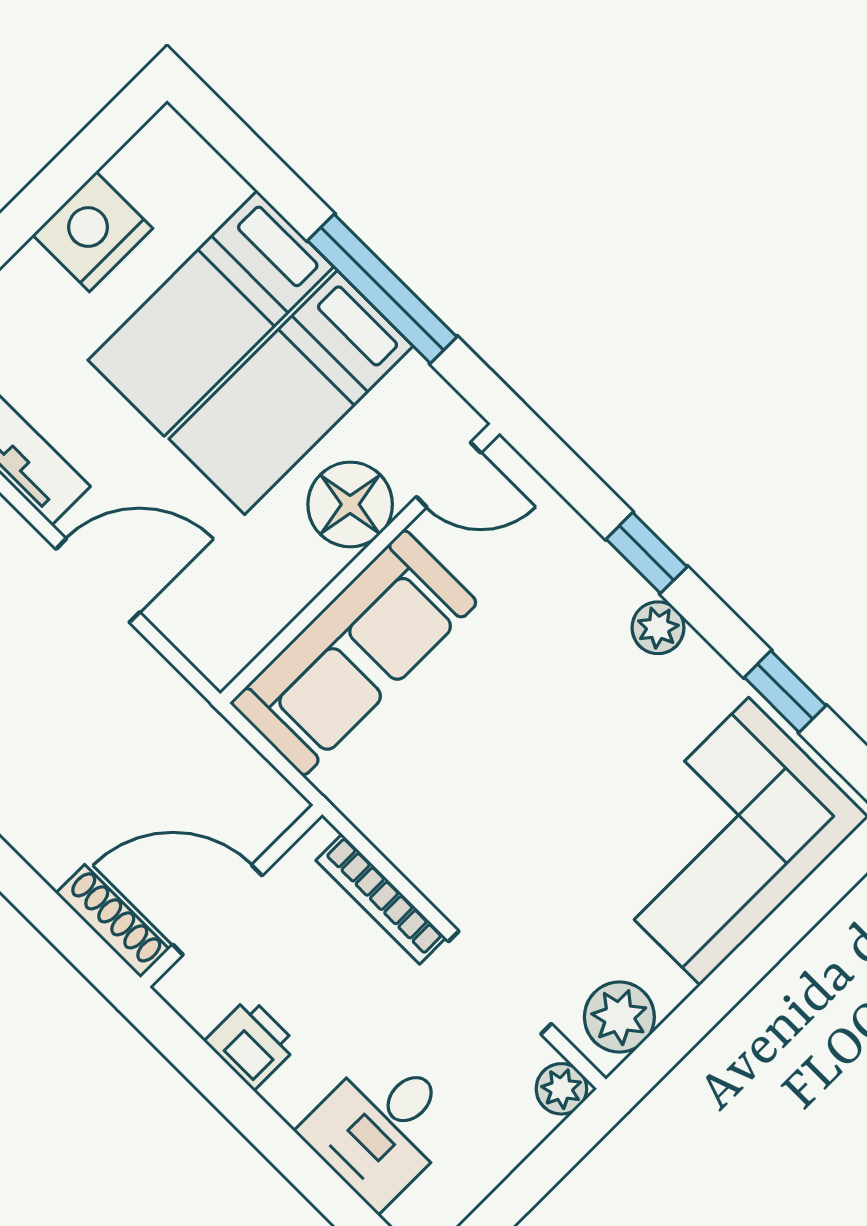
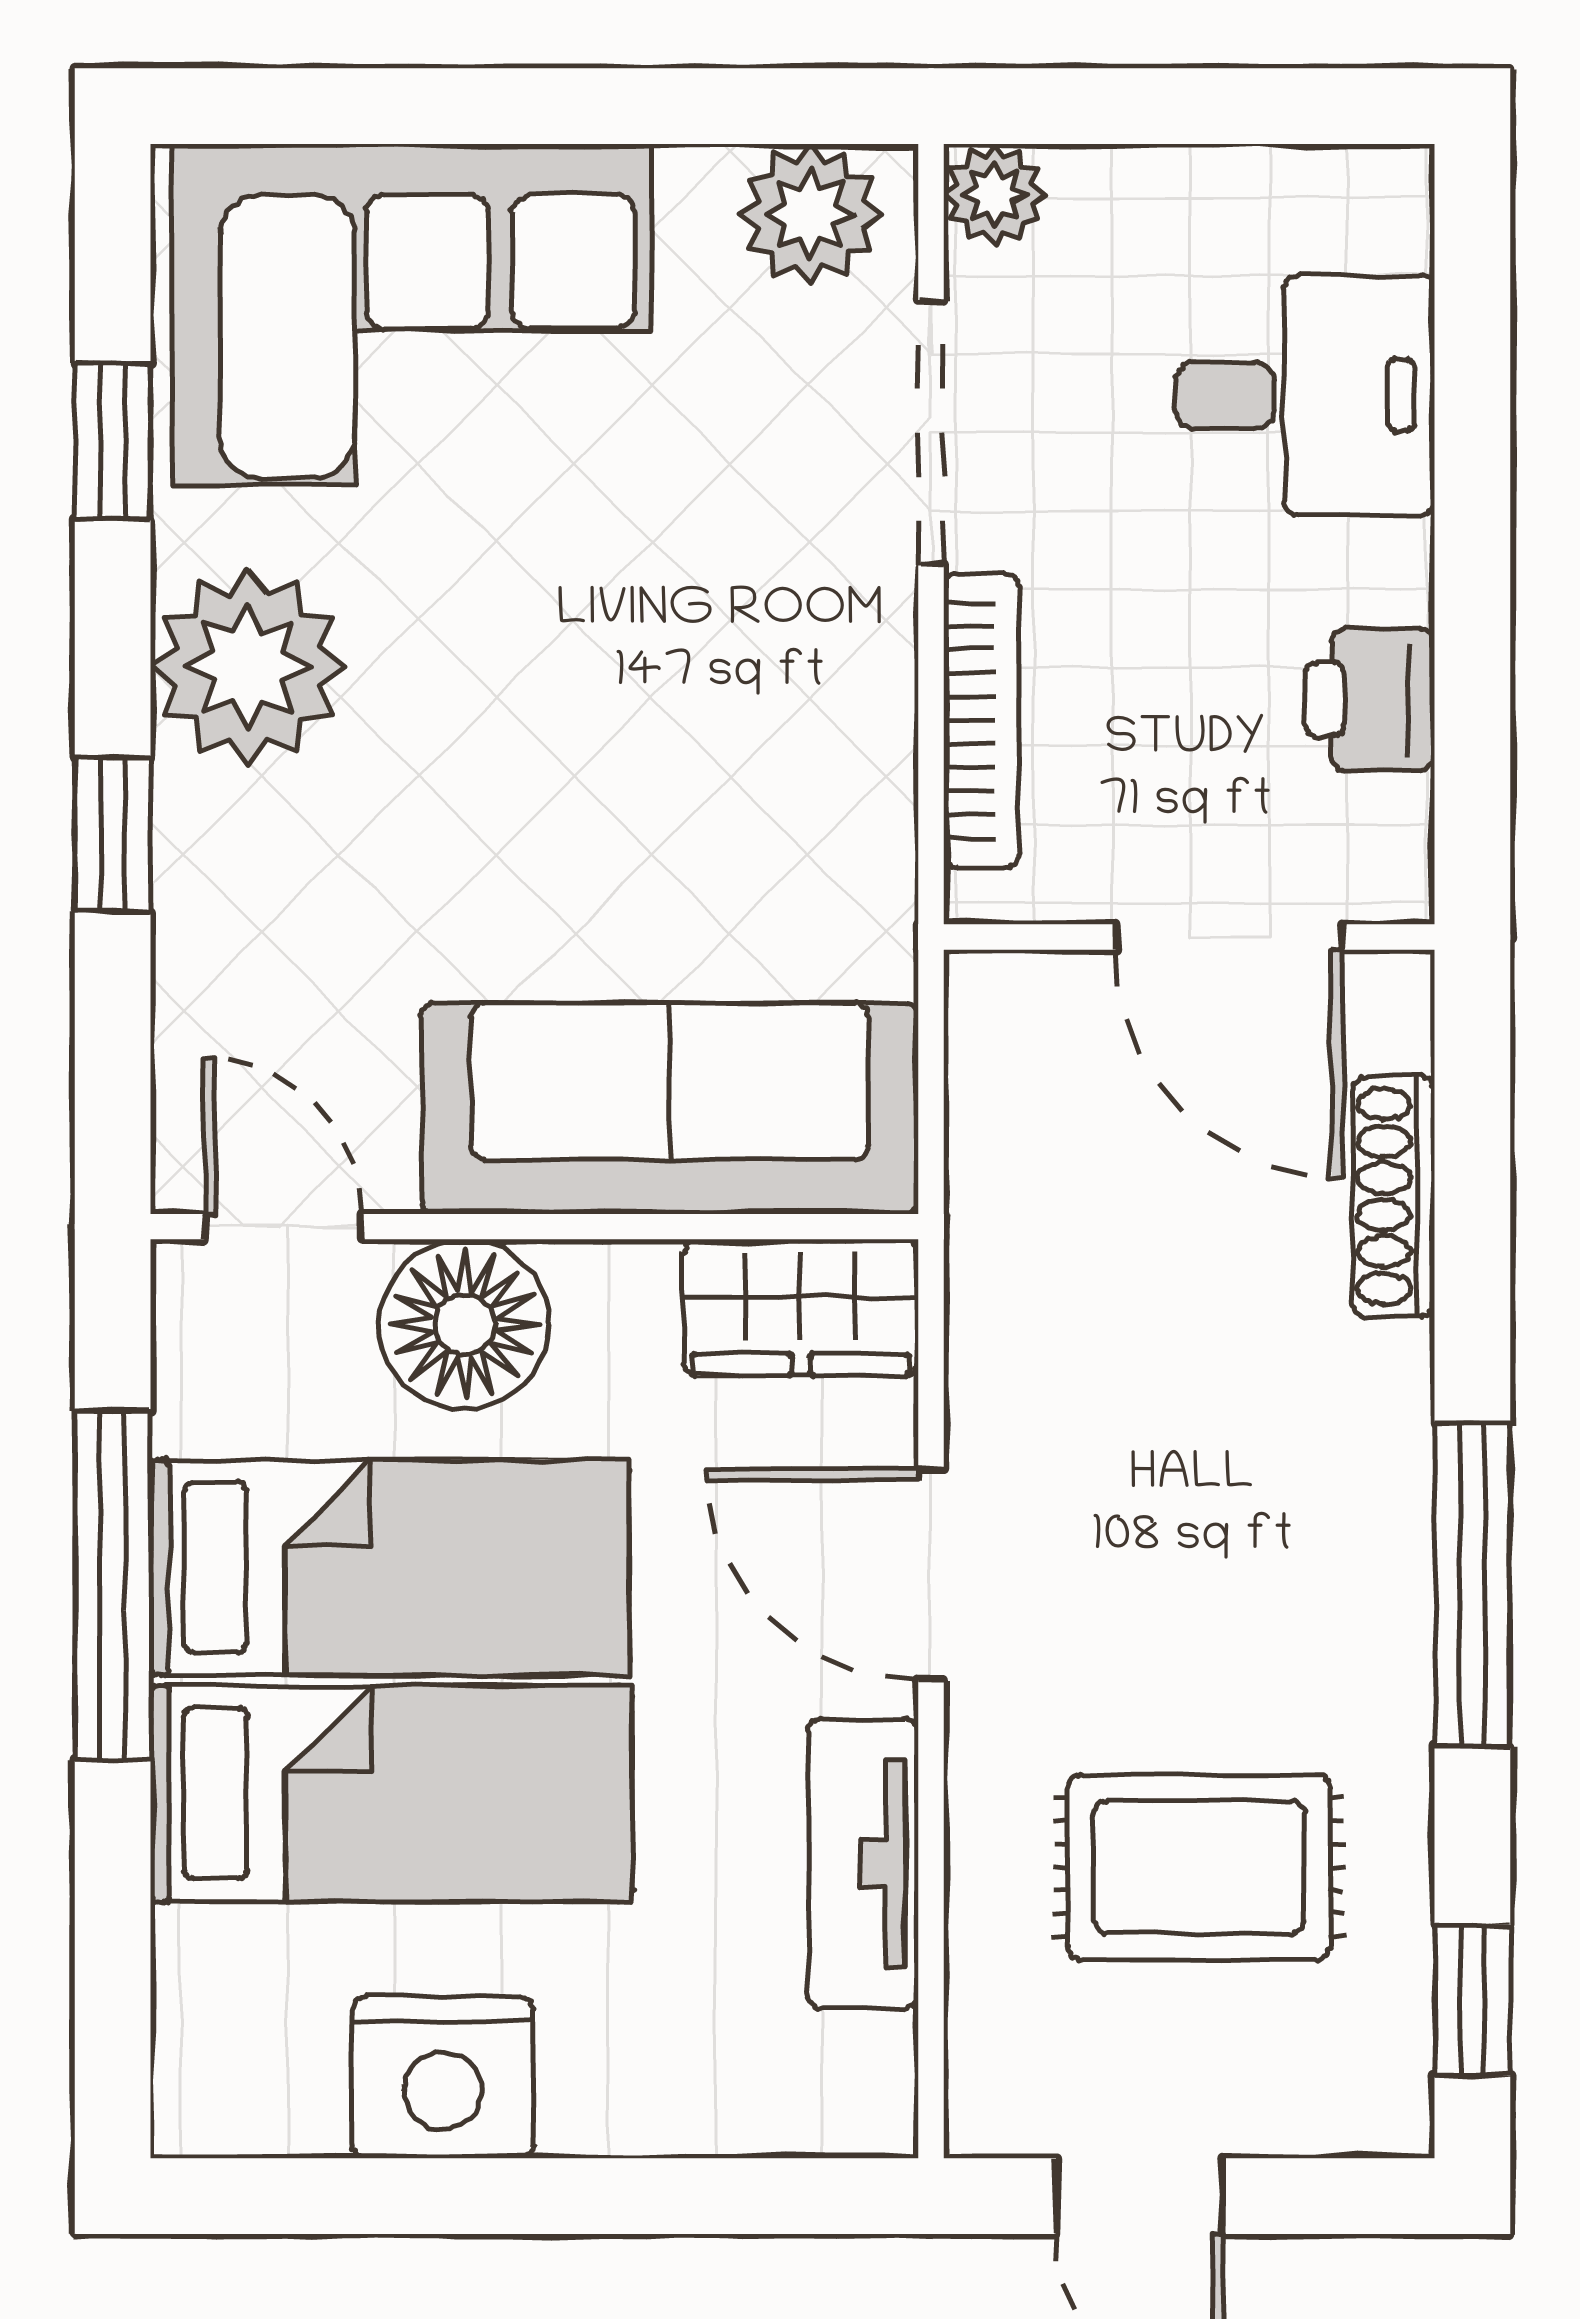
plant: (658, 628) -> (248, 667), width x1.87, depth x1.87
wardrobe: (238, 629) -> (801, 1307), added
shoe rack: (113, 921) -> (1394, 1196), moved

